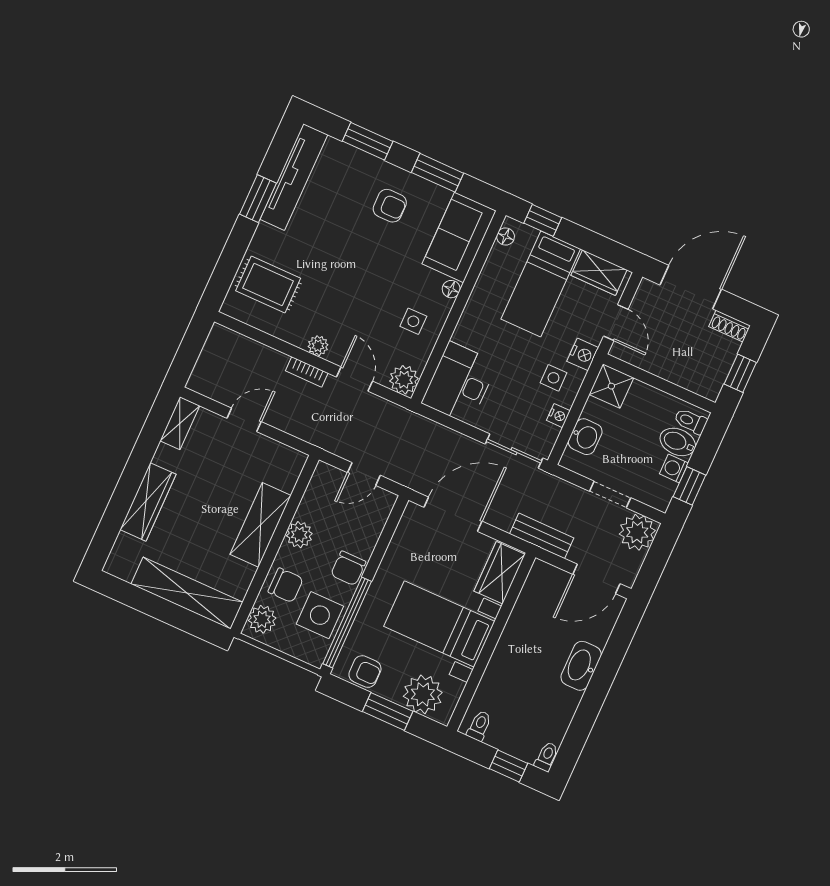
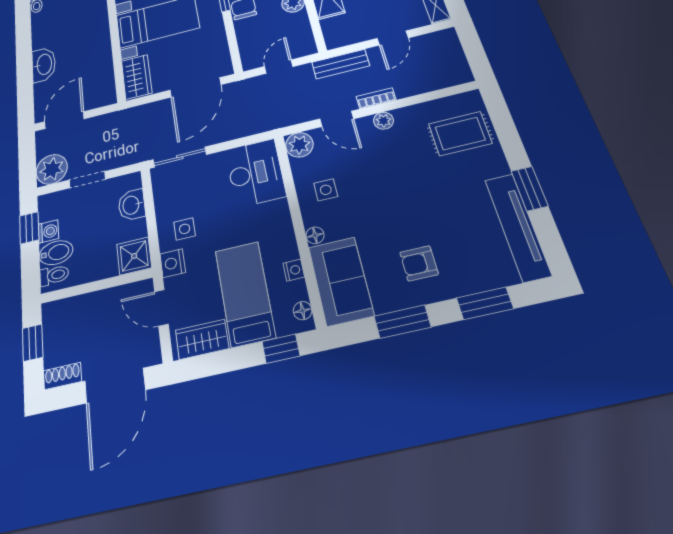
nightstand: (558, 416) -> (294, 270), moved, turned 180
bench: (542, 536) -> (341, 64), moved

